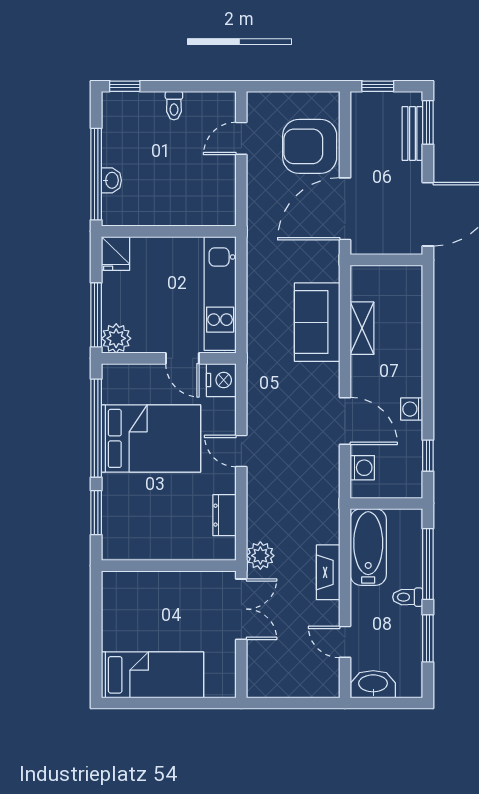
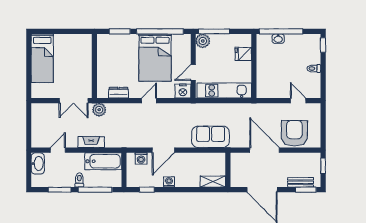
fridge: (115, 253) -> (243, 54), moved
wall: (386, 260) -> (228, 170), moved
shelving: (362, 328) -> (213, 182), moved

